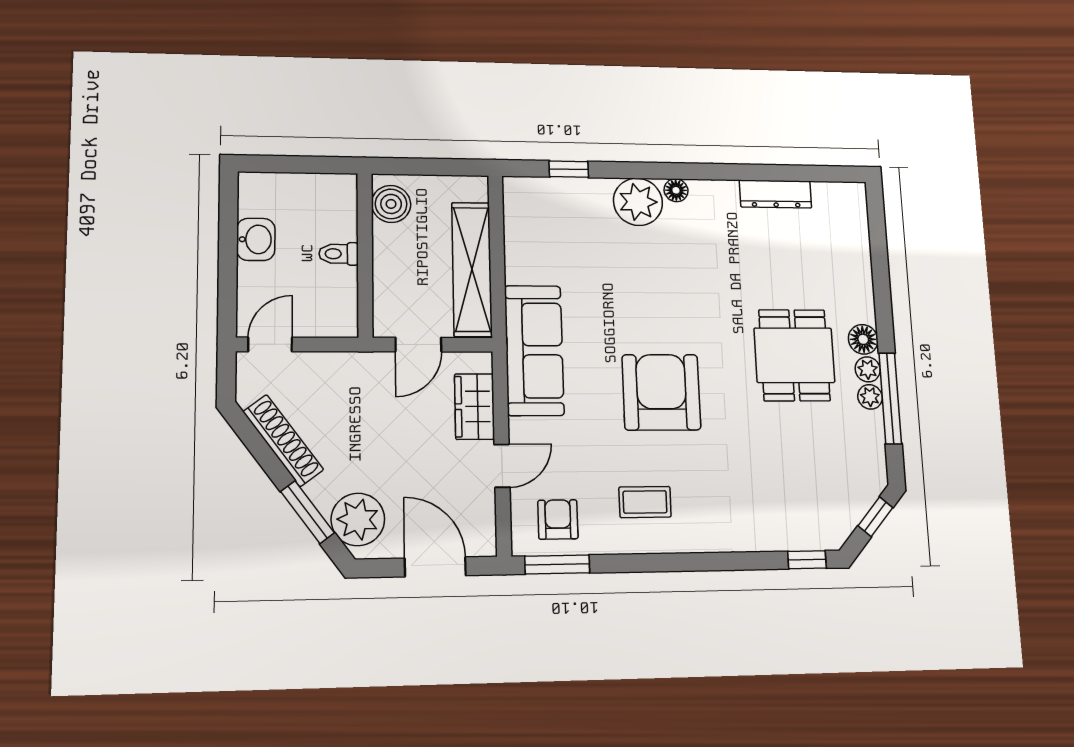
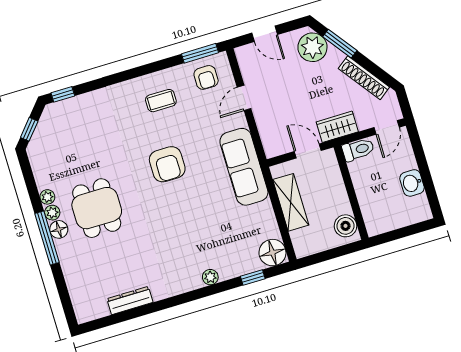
floor lamp: (676, 190) -> (272, 253), moved, width x1.89, depth x1.89
plant: (638, 202) -> (210, 277), width x0.53, depth x0.53
toilet: (339, 254) -> (358, 150), moved, width x1.37, depth x1.39
shelving: (472, 269) -> (291, 202), width x0.68
door: (418, 345) -> (308, 151), hinge flipped
armchair: (661, 392) -> (167, 164), width x0.73, depth x0.73
window: (890, 398) -> (47, 238), moved
wardrobe: (475, 407) -> (337, 127), moved, turned -90
door: (435, 567) -> (265, 34), width x0.73

